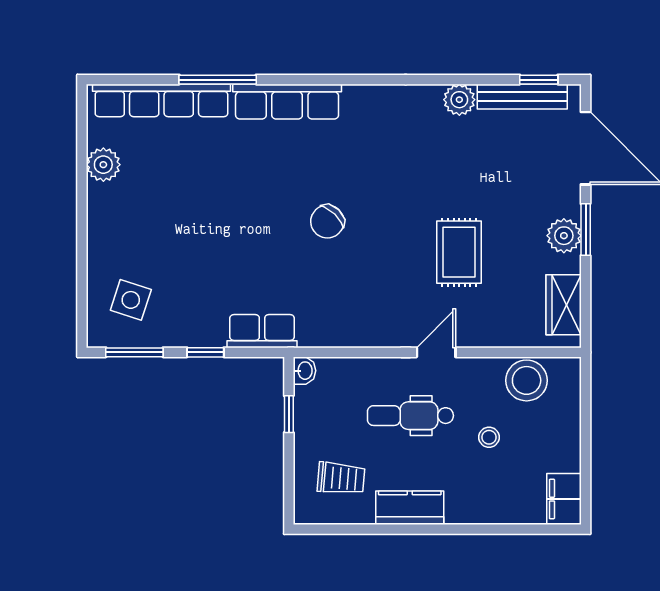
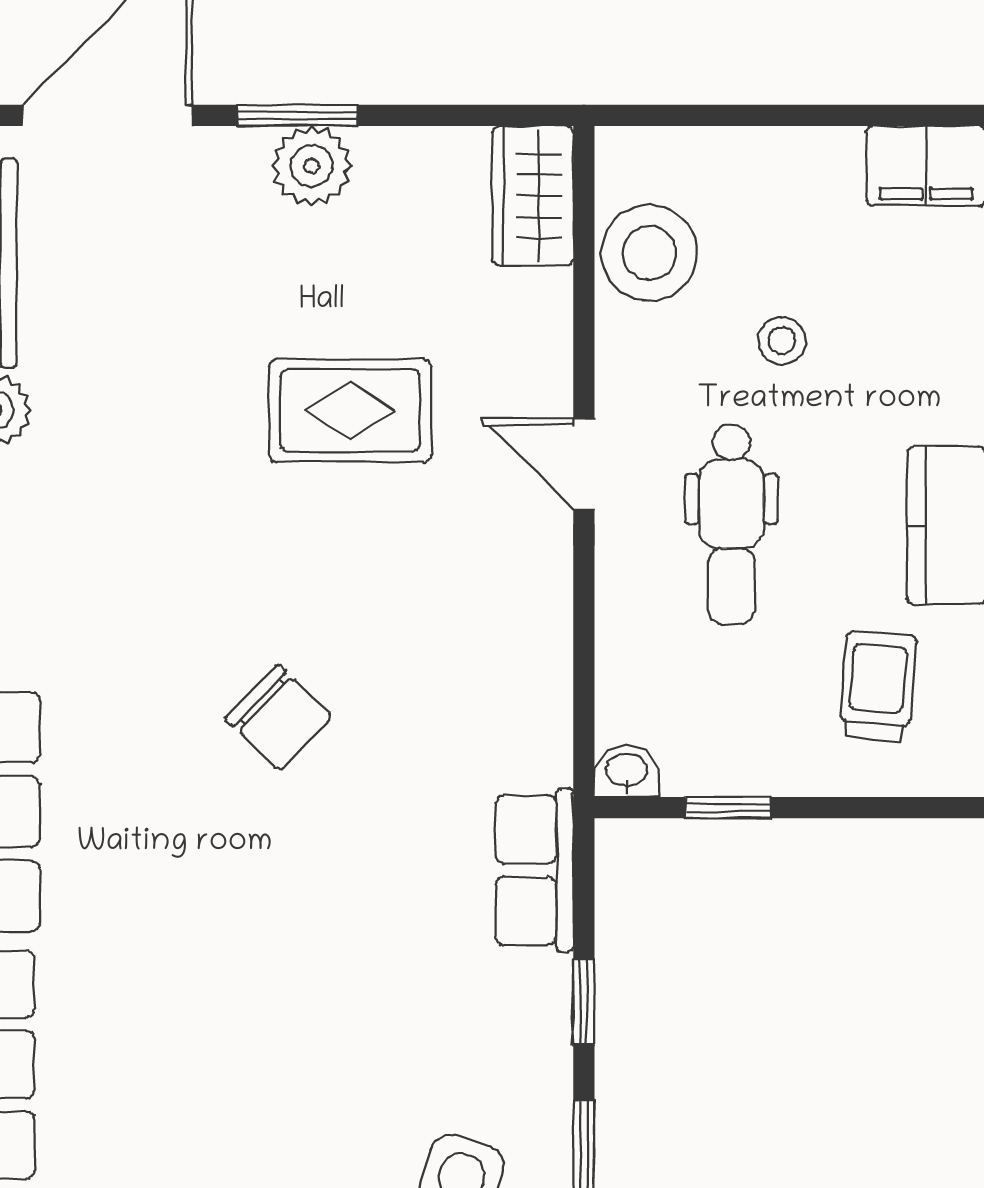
wardrobe: (564, 305) -> (533, 196), moved, turned 90

